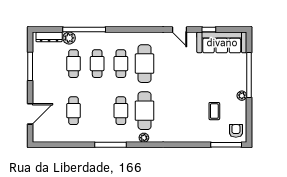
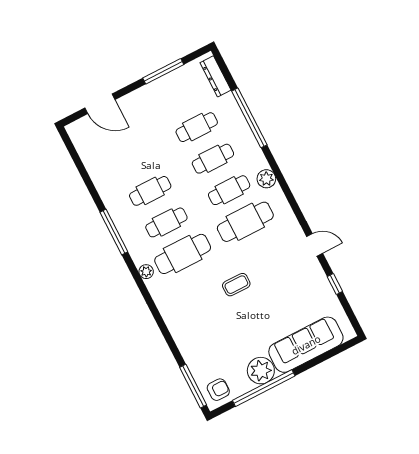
door: (179, 29) -> (315, 245), swing flipped
plant: (69, 38) -> (266, 179), moved
sofa: (222, 42) -> (306, 345), moved, turned 90
window: (249, 75) -> (264, 388), moved
plant: (242, 96) -> (261, 371), width x1.87, depth x1.87
cafe table: (74, 111) -> (150, 191), moved
coffee table: (214, 111) -> (236, 285), moved

